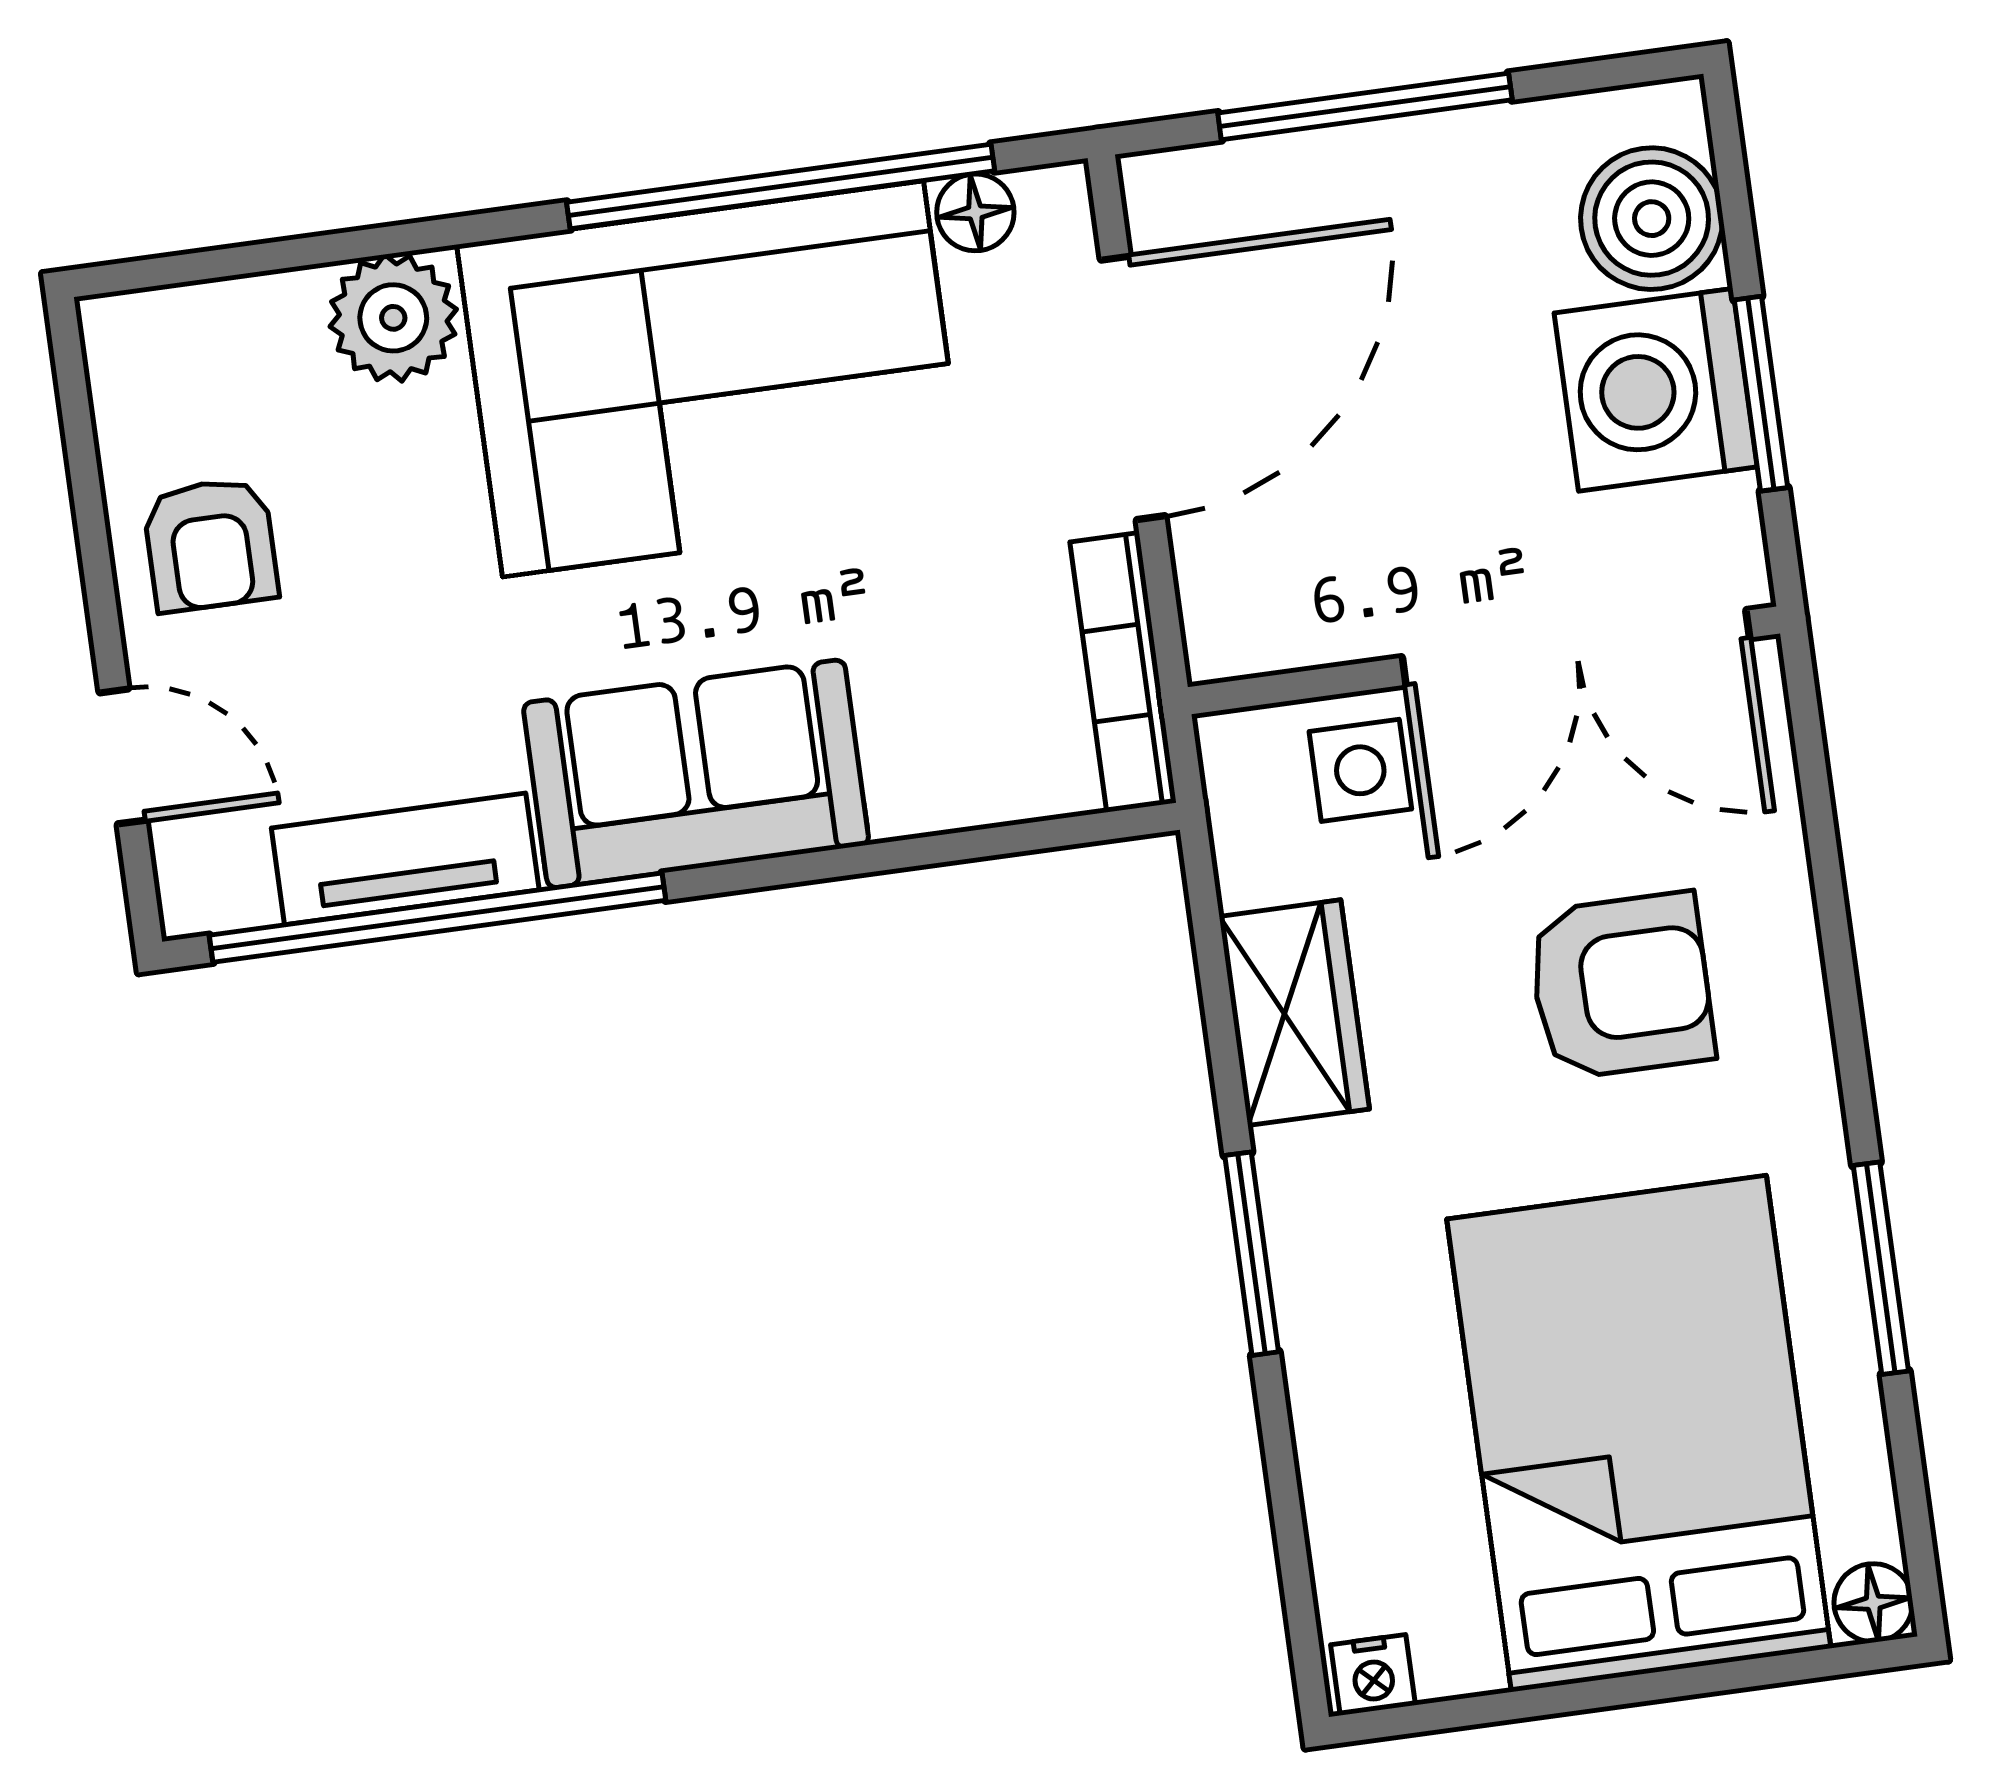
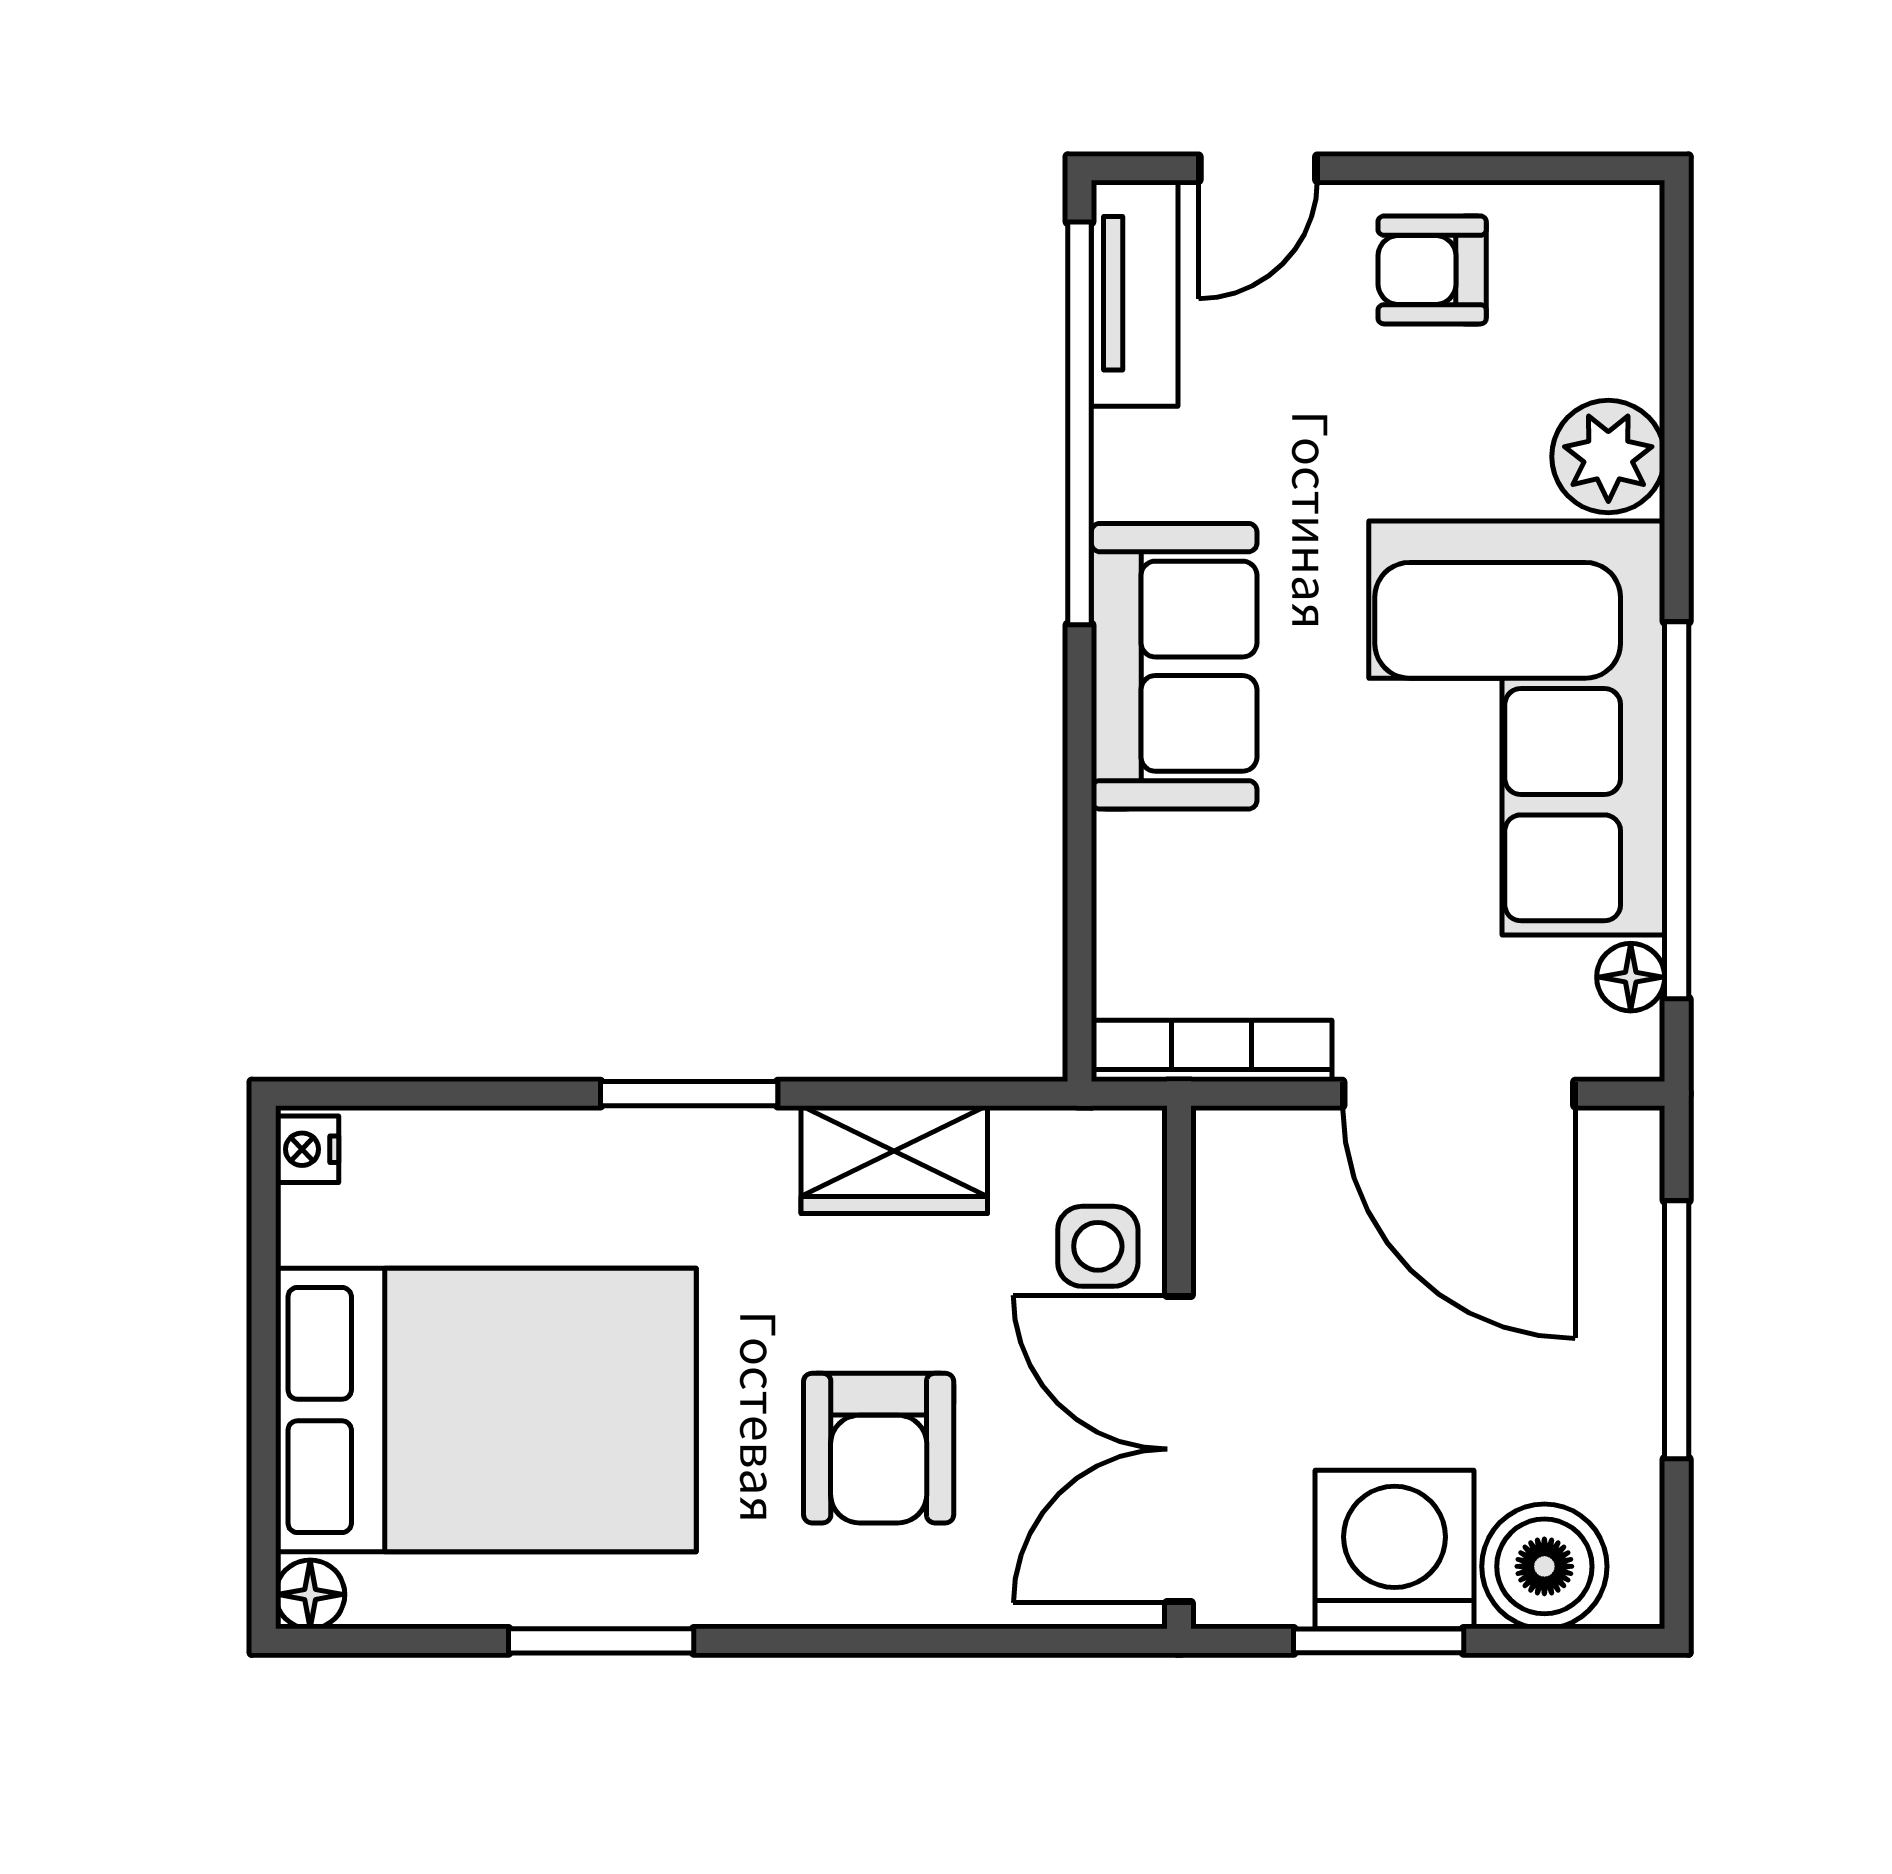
tv unit: (405, 859) -> (1135, 293), moved

